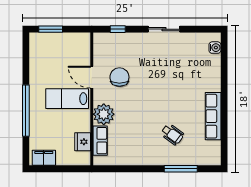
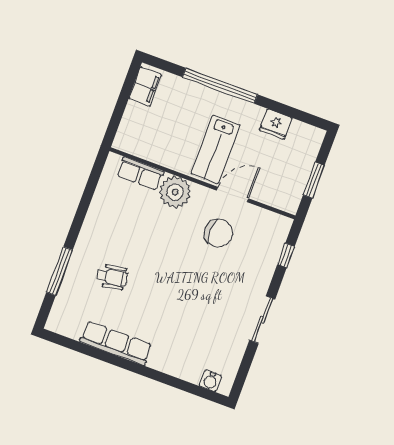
window: (51, 29) -> (314, 180), moved
lab bench: (67, 99) -> (215, 149), turned 180
wheelchair: (172, 134) -> (112, 277), turned -136
fridge: (83, 142) -> (276, 124), moved, turned 180

